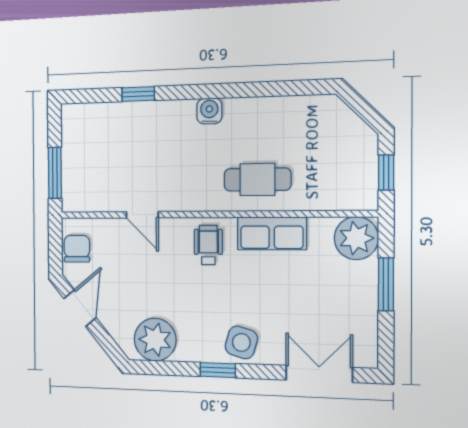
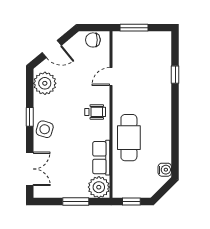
water cooler: (209, 111) -> (165, 170), moved
cafe table: (257, 179) -> (129, 138), width x1.37, depth x1.35
row of seats: (272, 233) -> (101, 158), moved
chair: (77, 249) -> (93, 40), turned 180
door: (80, 308) -> (52, 49), moved

